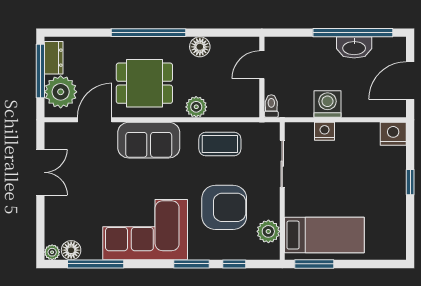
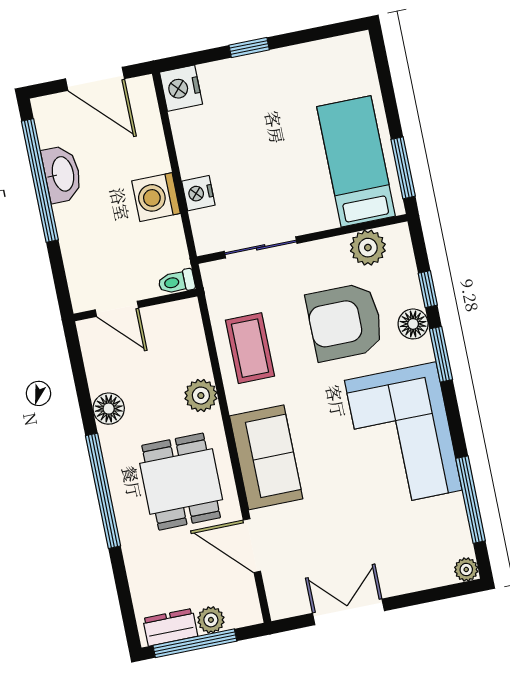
plant: (61, 92) -> (211, 620), width x0.53, depth x0.53
armchair: (224, 207) -> (345, 322), turned -90
floor lamp: (71, 250) -> (413, 324), moved

